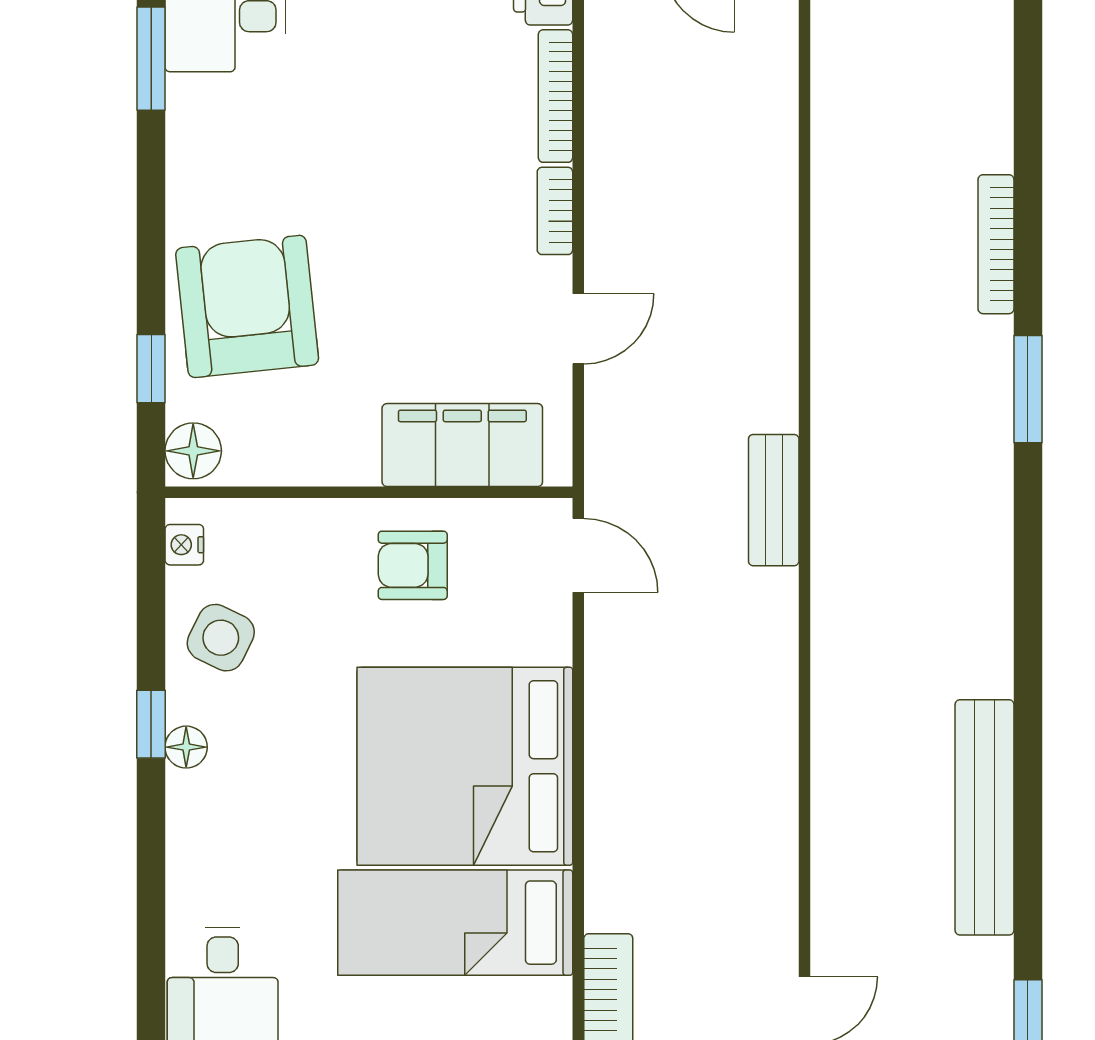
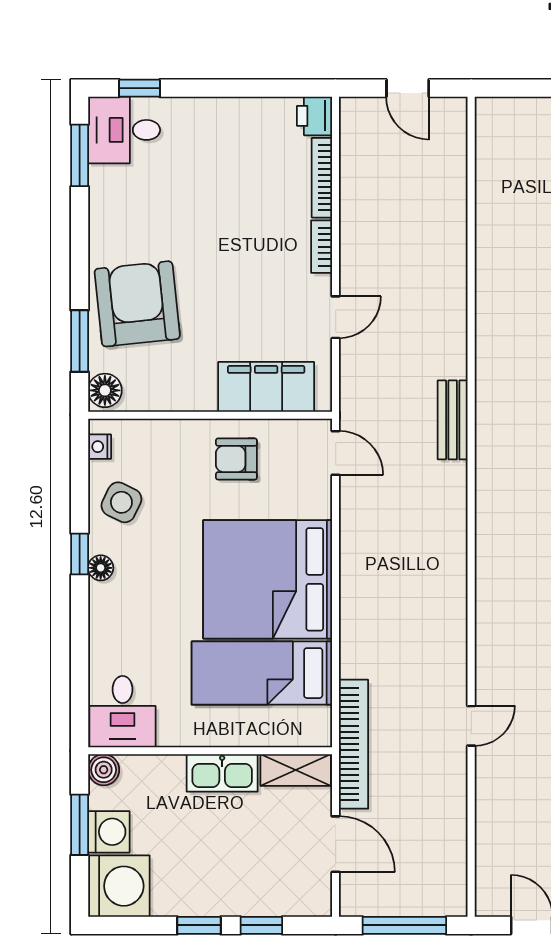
window: (151, 369) -> (80, 341), width x1.50

